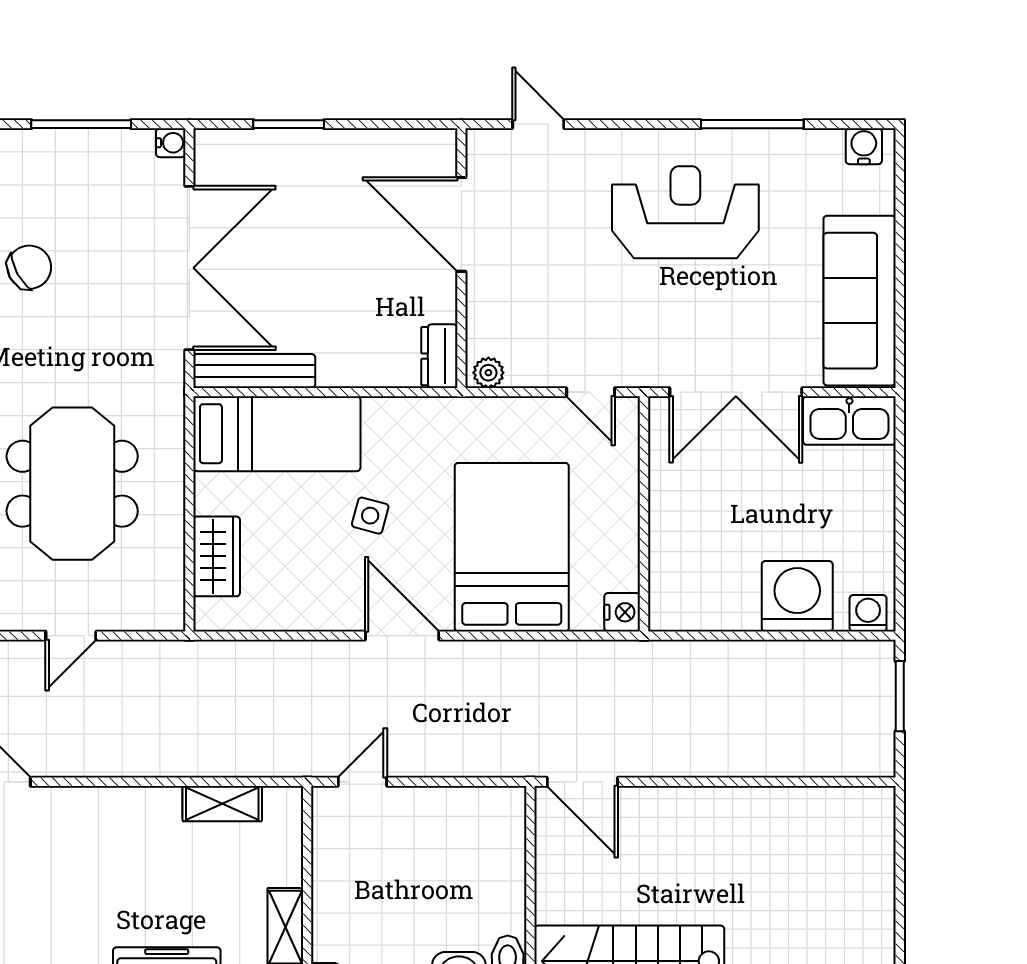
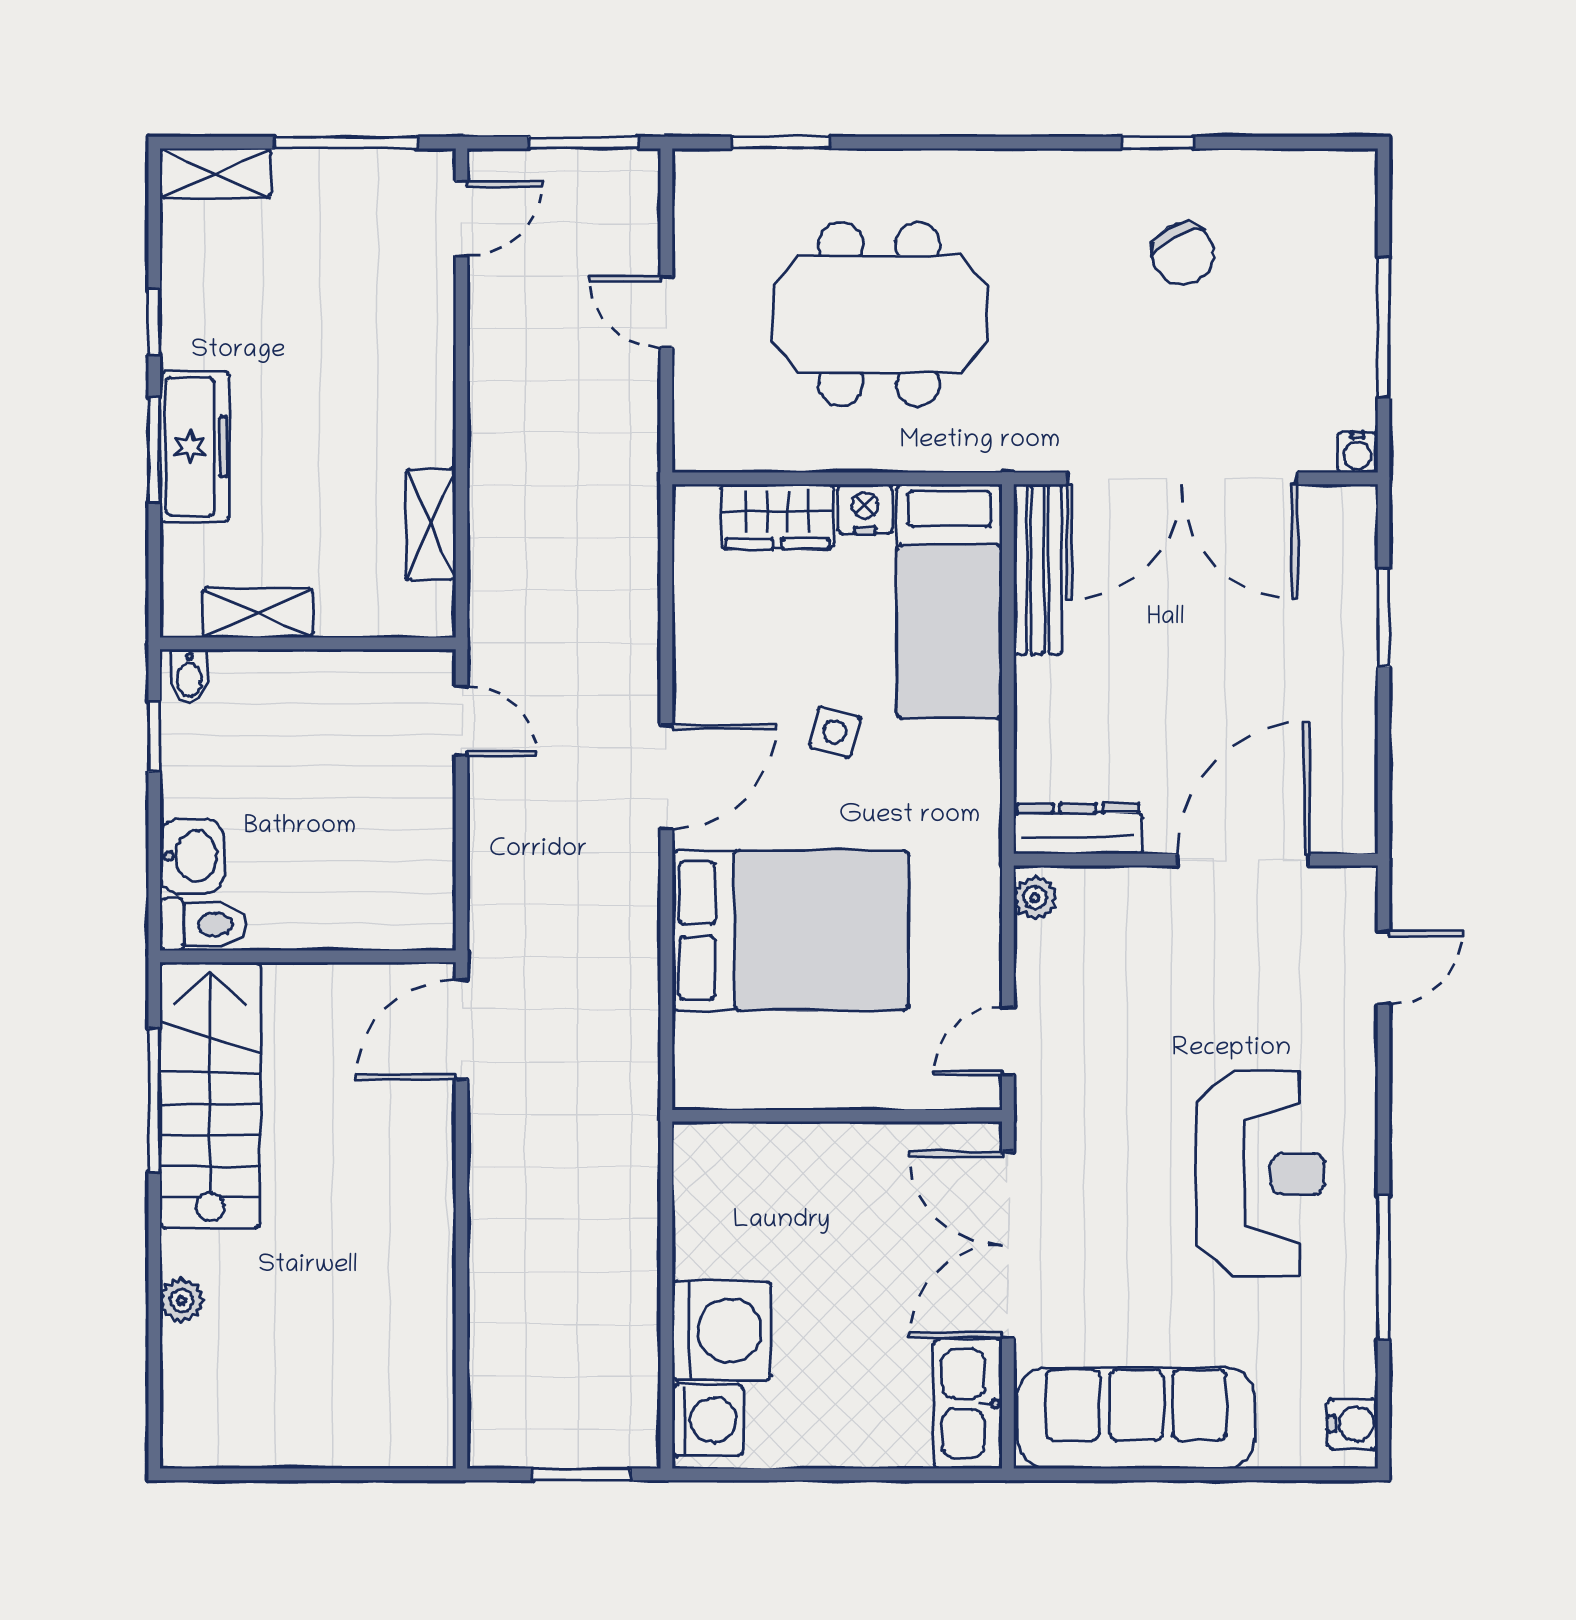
dresser: (439, 356) -> (1078, 829), width x1.44
nightstand: (622, 612) -> (865, 509), moved, turned 180
washing machine: (868, 613) -> (708, 1420), width x1.38, depth x1.38

